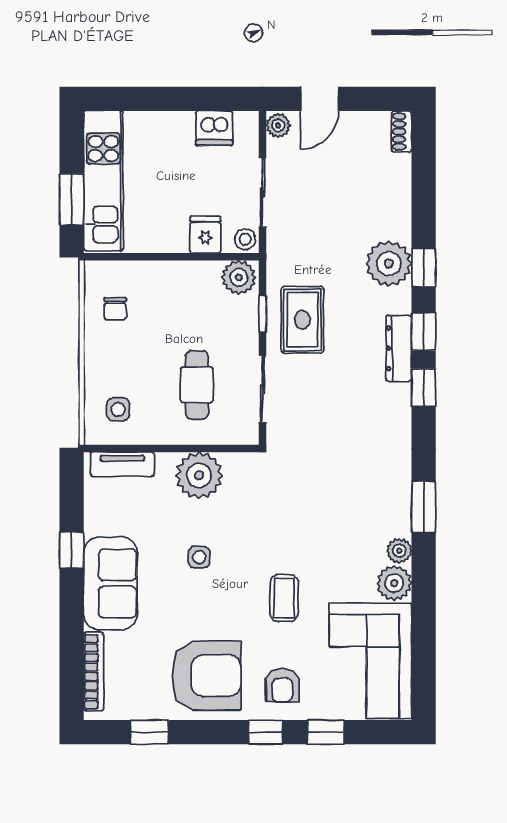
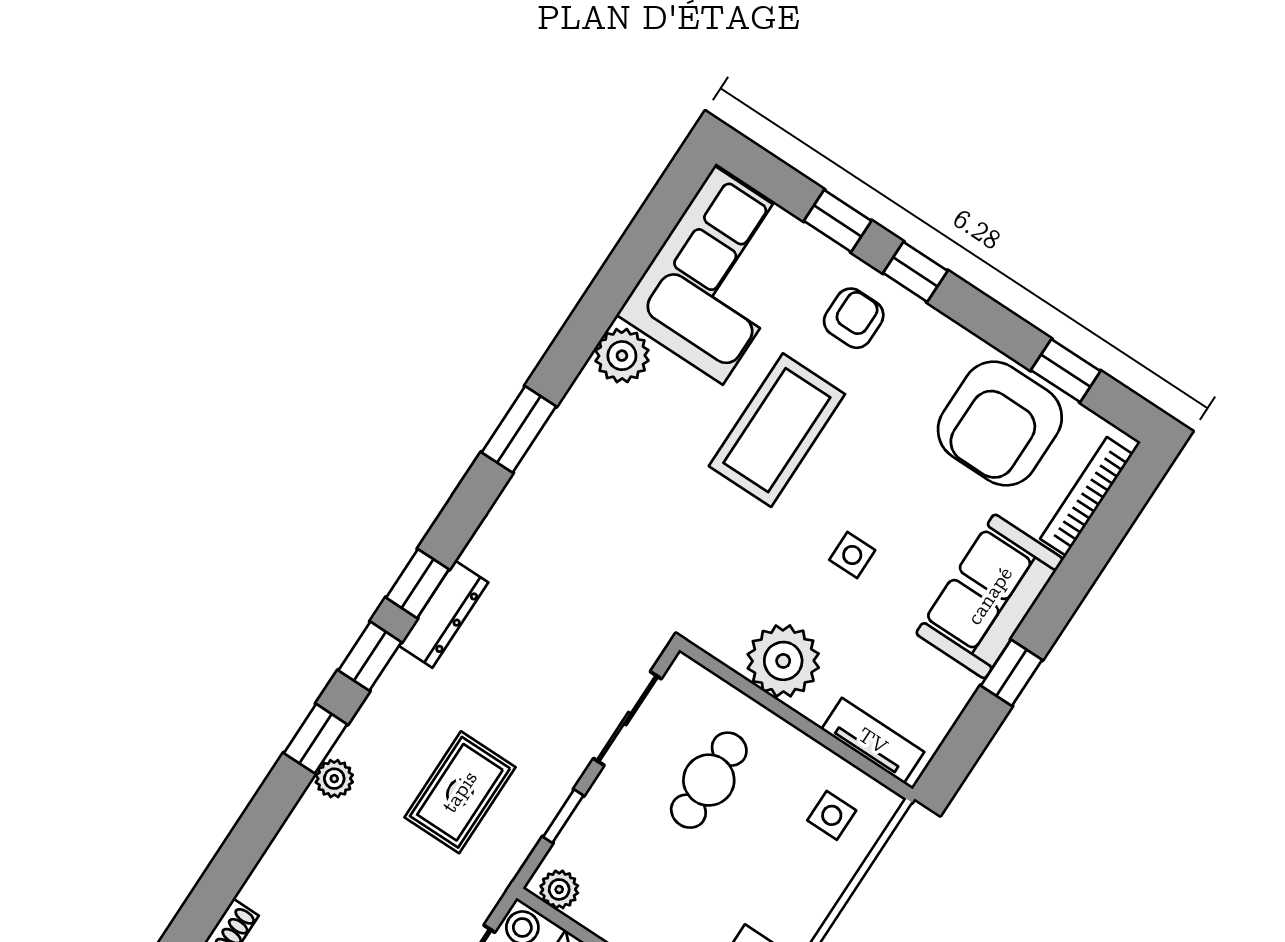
plant: (389, 264) -> (334, 779), width x0.53, depth x0.53
plant: (239, 277) -> (559, 889), width x0.73, depth x0.73
rug: (302, 320) -> (460, 792), moved
dresser: (399, 348) -> (444, 614), moved
plant: (399, 551) -> (588, 393), removed
coffee table: (284, 598) -> (777, 430), width x1.86, depth x1.72
armchair: (206, 676) -> (1000, 423), moved, turned -90

